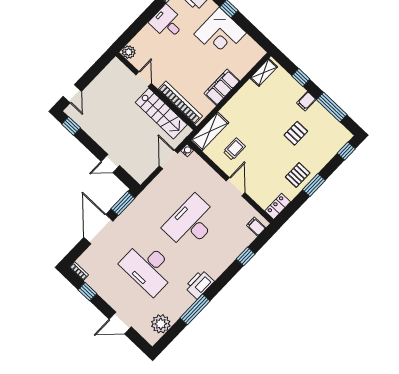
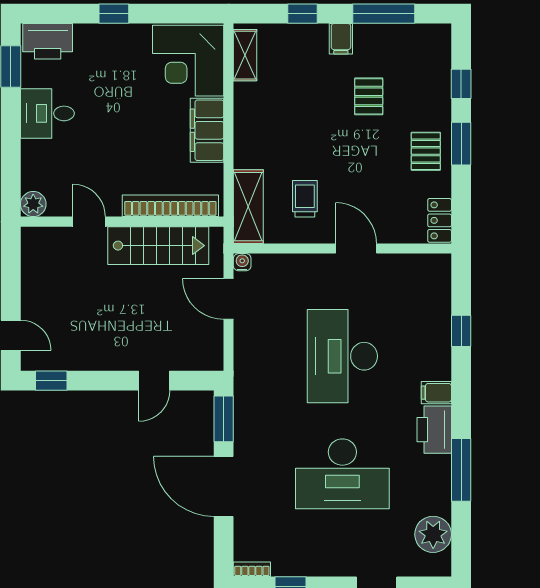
corner desk: (220, 33) -> (188, 61), moved, turned 90
window: (346, 151) -> (461, 84), moved
filing cabinet: (256, 227) -> (436, 393), moved

